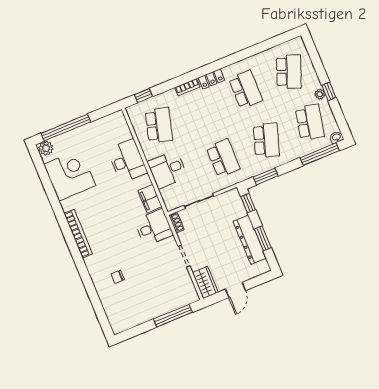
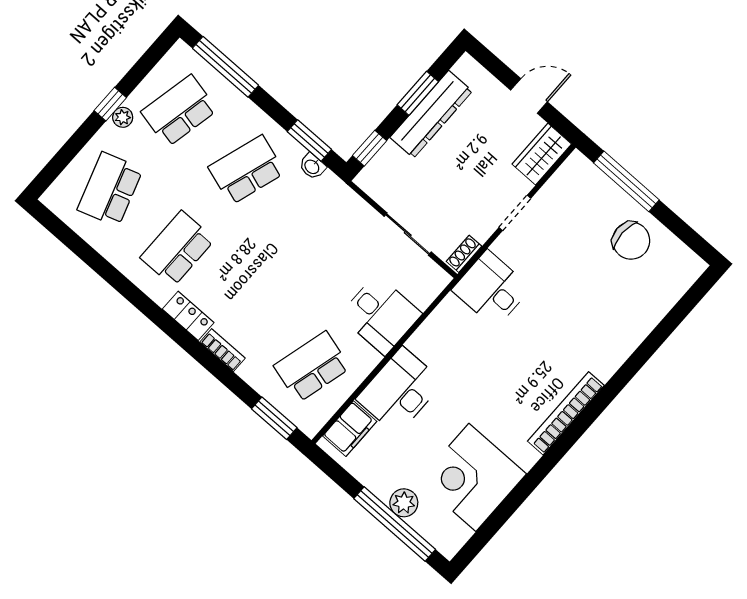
school desk: (289, 72) -> (110, 189), turned -39
window: (143, 96) -> (274, 418), width x1.50
washbasin: (337, 137) -> (312, 166), moved
plant: (46, 148) -> (404, 503), moved
school desk: (223, 158) -> (314, 229), removed
filing cabinet: (150, 199) -> (350, 429), moved
chair: (118, 277) -> (631, 241), moved, width x1.87, depth x1.87

